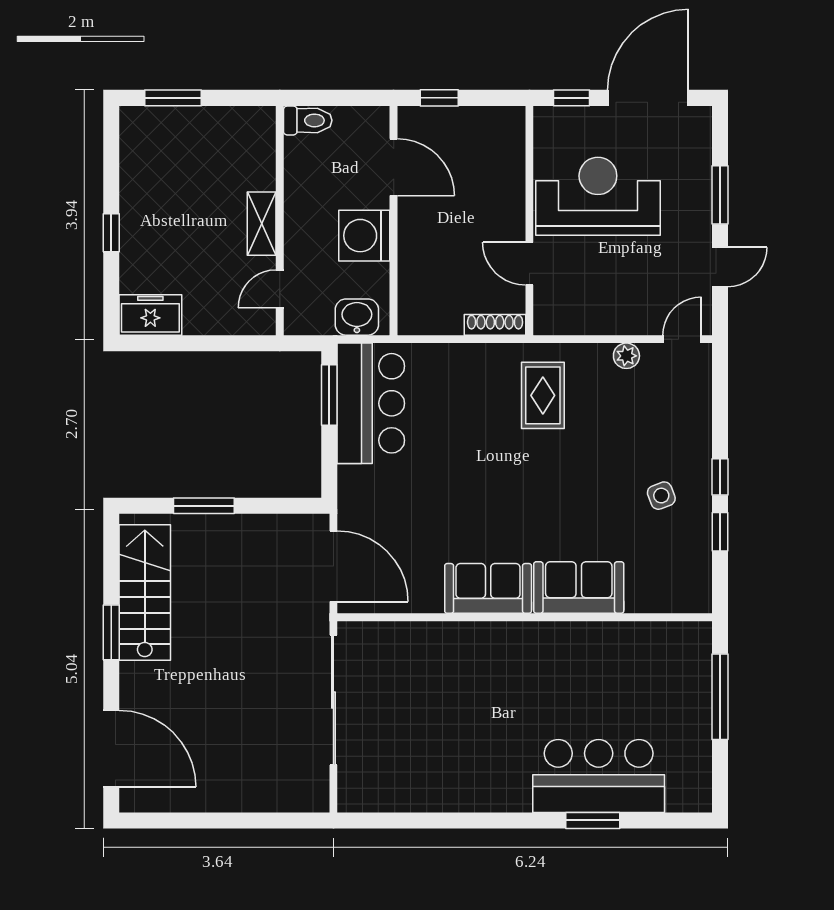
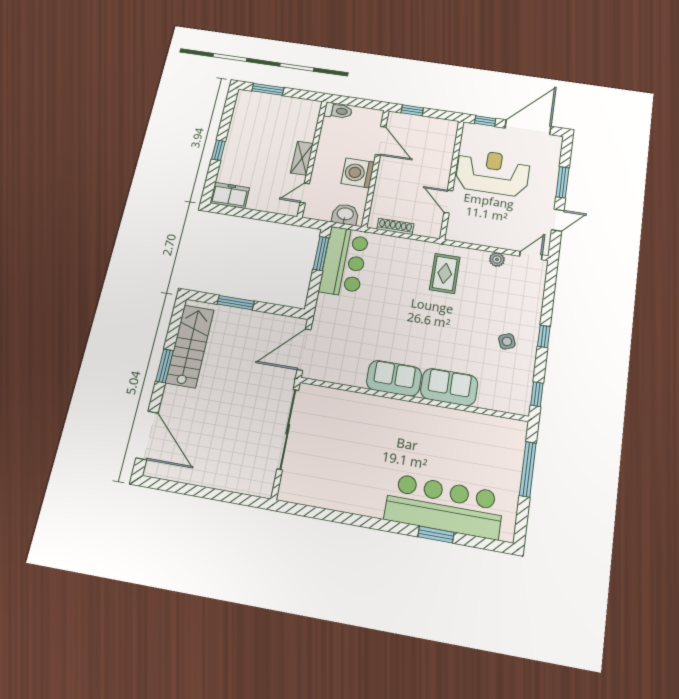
shoe rack: (495, 325) -> (395, 226), moved
window: (720, 532) -> (537, 394), moved
door: (333, 566) -> (304, 350), swing flipped
bar counter: (599, 776) -> (444, 506), width x1.36

